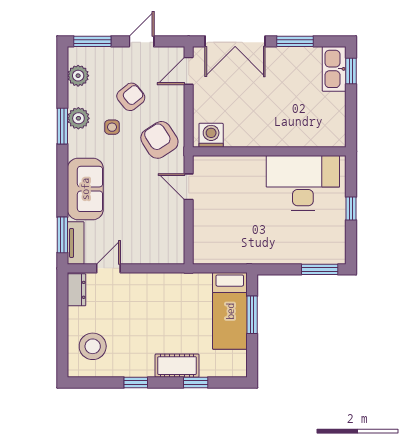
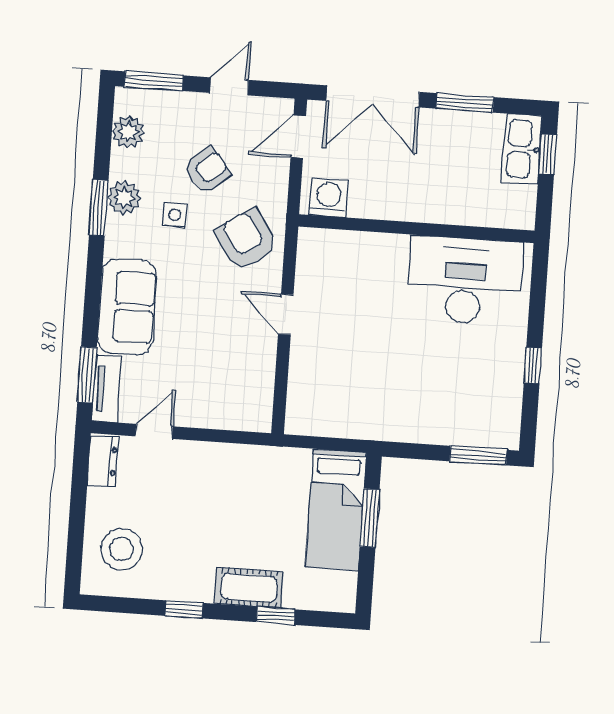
washing machine: (211, 135) -> (329, 198), moved
wall: (269, 151) -> (416, 229), moved
desk: (303, 183) -> (465, 280), moved

